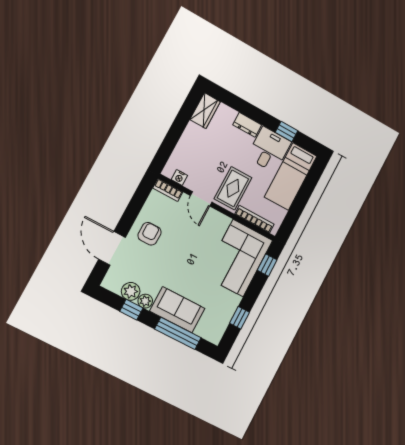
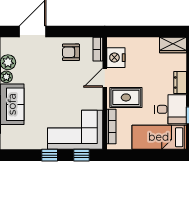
nightstand: (179, 178) -> (116, 58), width x1.89, depth x1.79
armchair: (150, 234) -> (71, 52), moved, turned 180
window: (240, 318) -> (50, 155), moved

